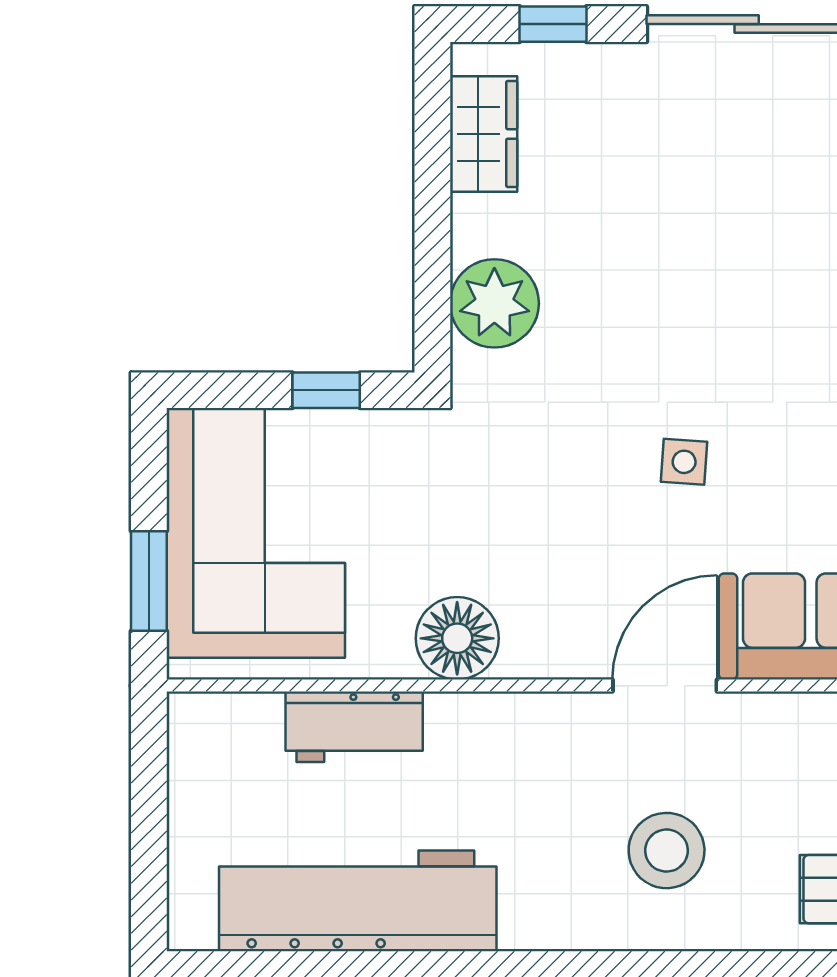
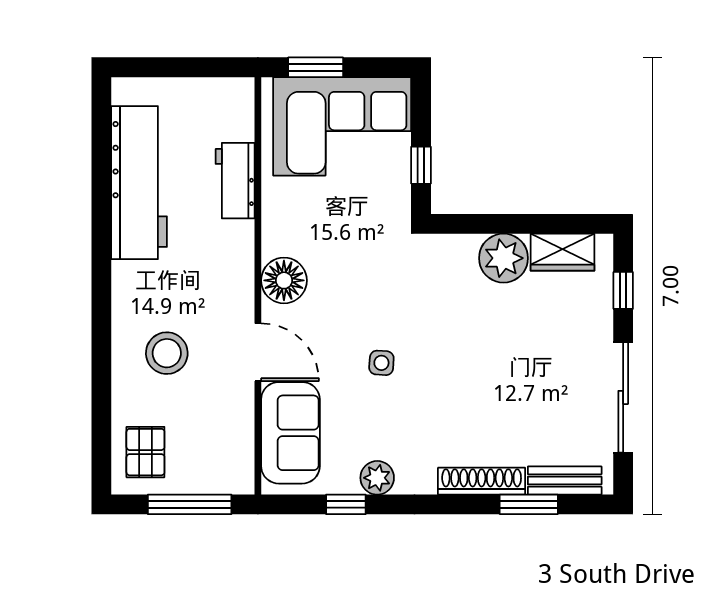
plant: (494, 303) -> (504, 258), moved
floor lamp: (457, 638) -> (284, 280), moved

